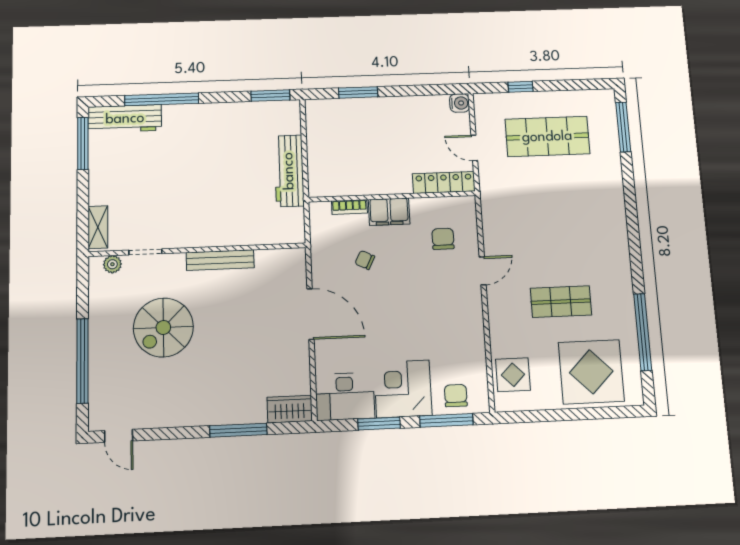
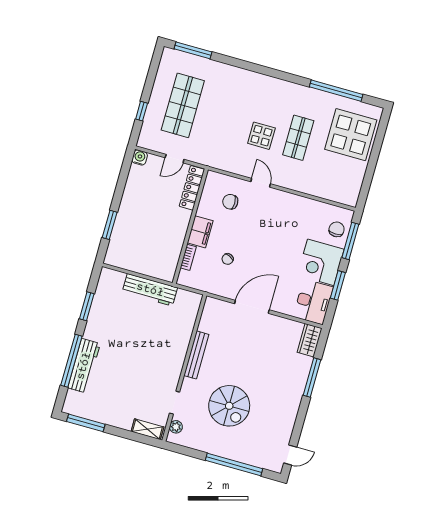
window: (270, 96) -> (87, 306), moved
workbench: (125, 119) -> (84, 366), moved
display table: (513, 375) -> (261, 136), moved
chair: (456, 396) -> (337, 229), turned 90

